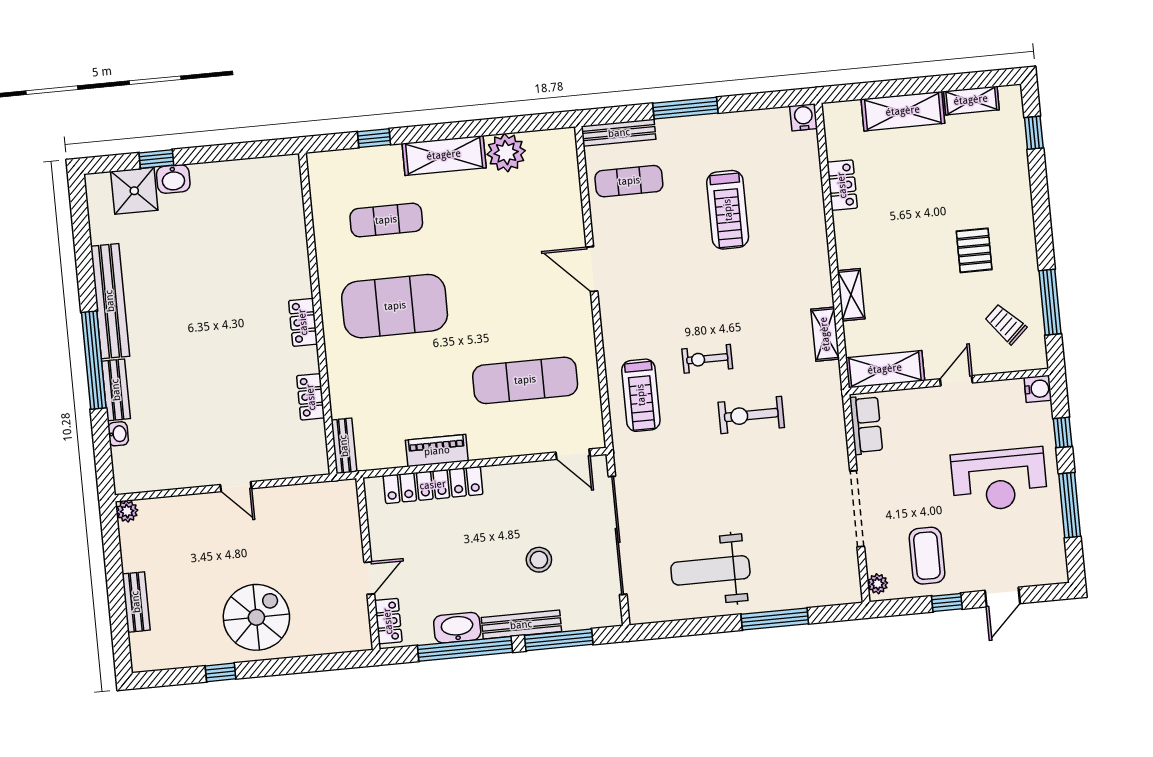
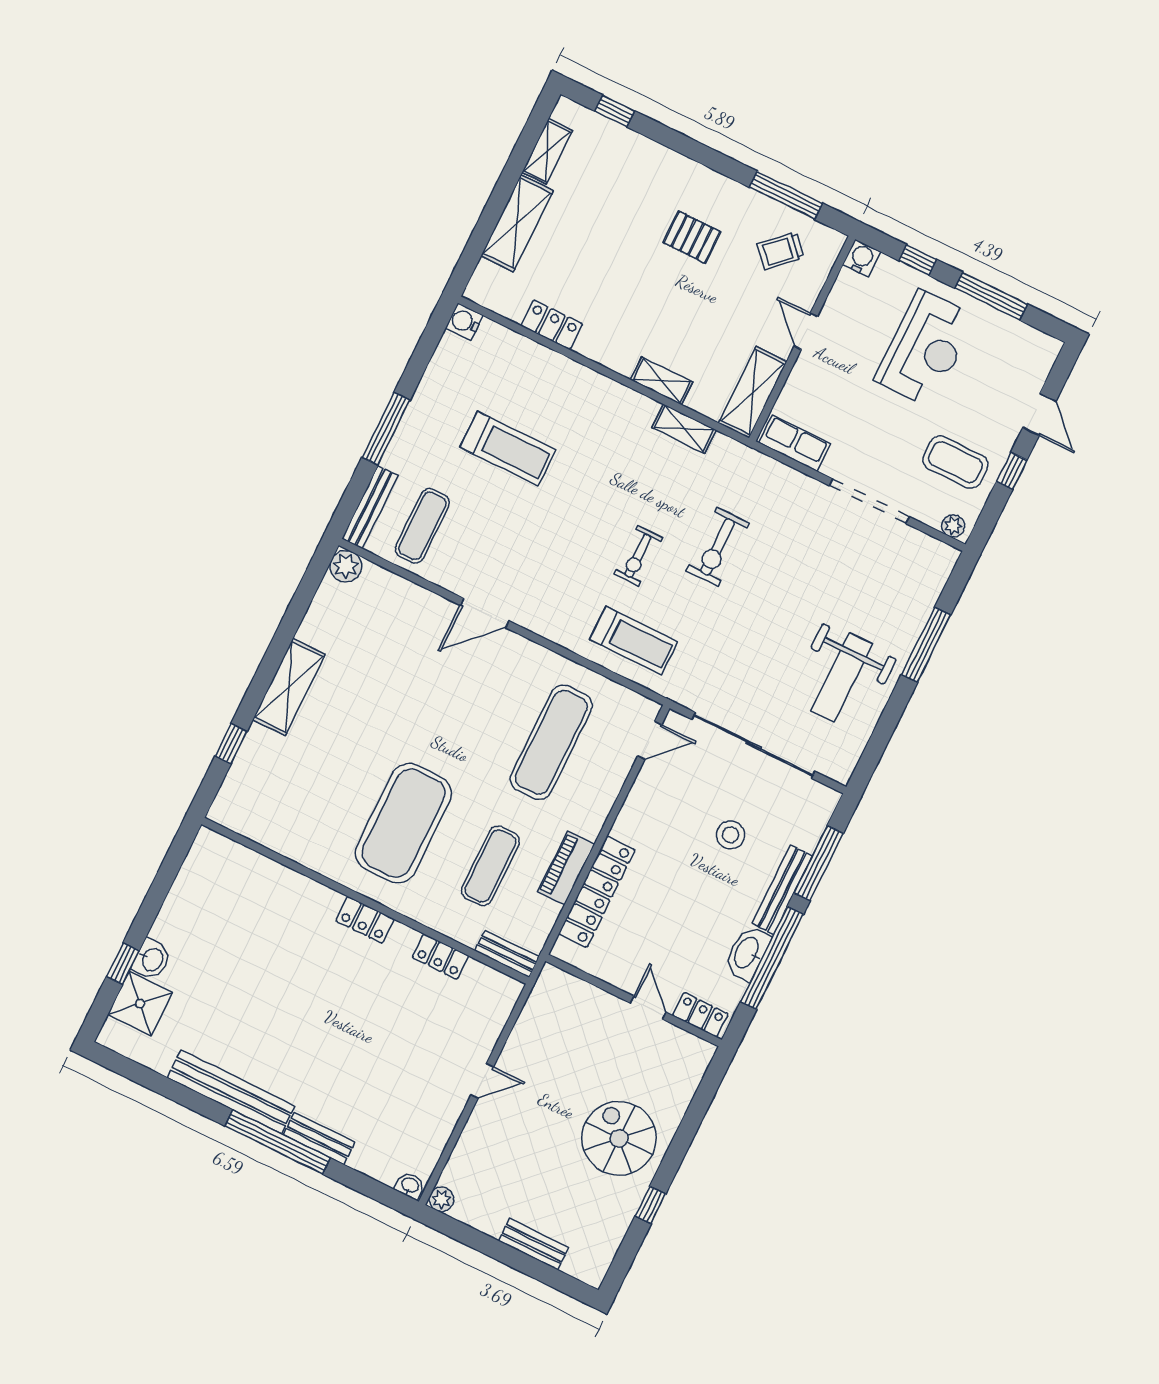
plant: (506, 153) -> (346, 566), moved, width x0.73, depth x0.73
exercise mat: (386, 220) -> (490, 866), moved
washbasin: (118, 434) -> (410, 1185), moved

